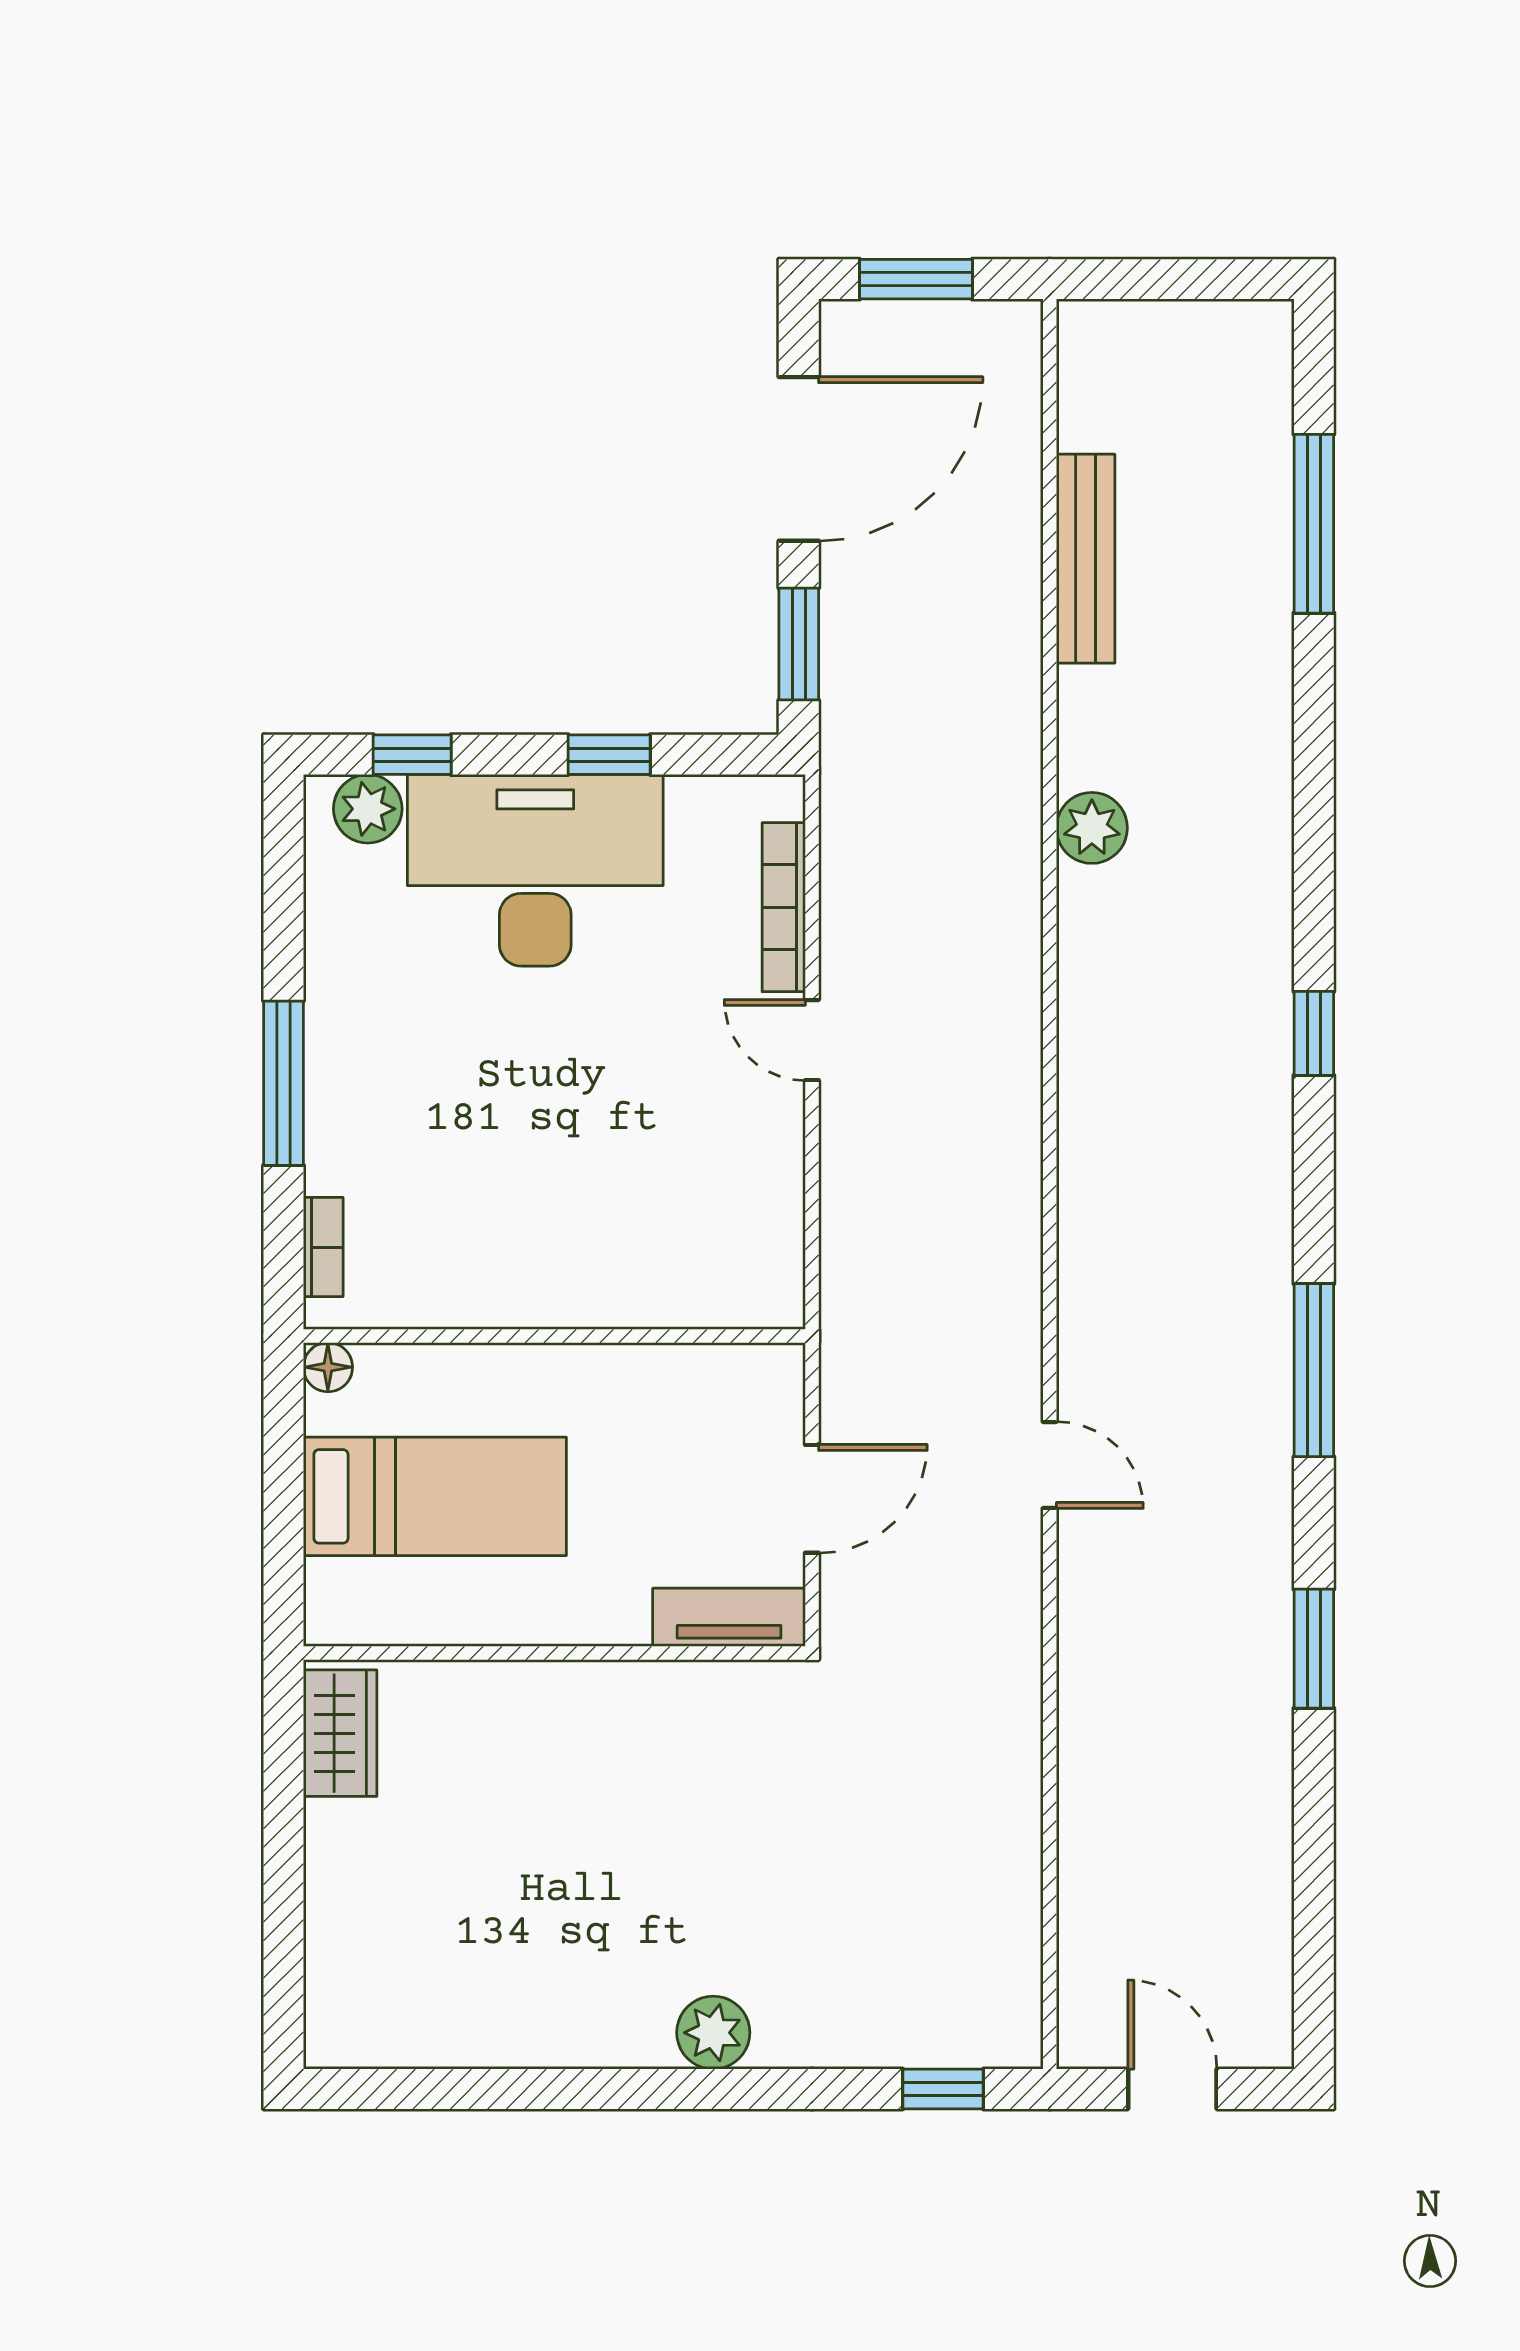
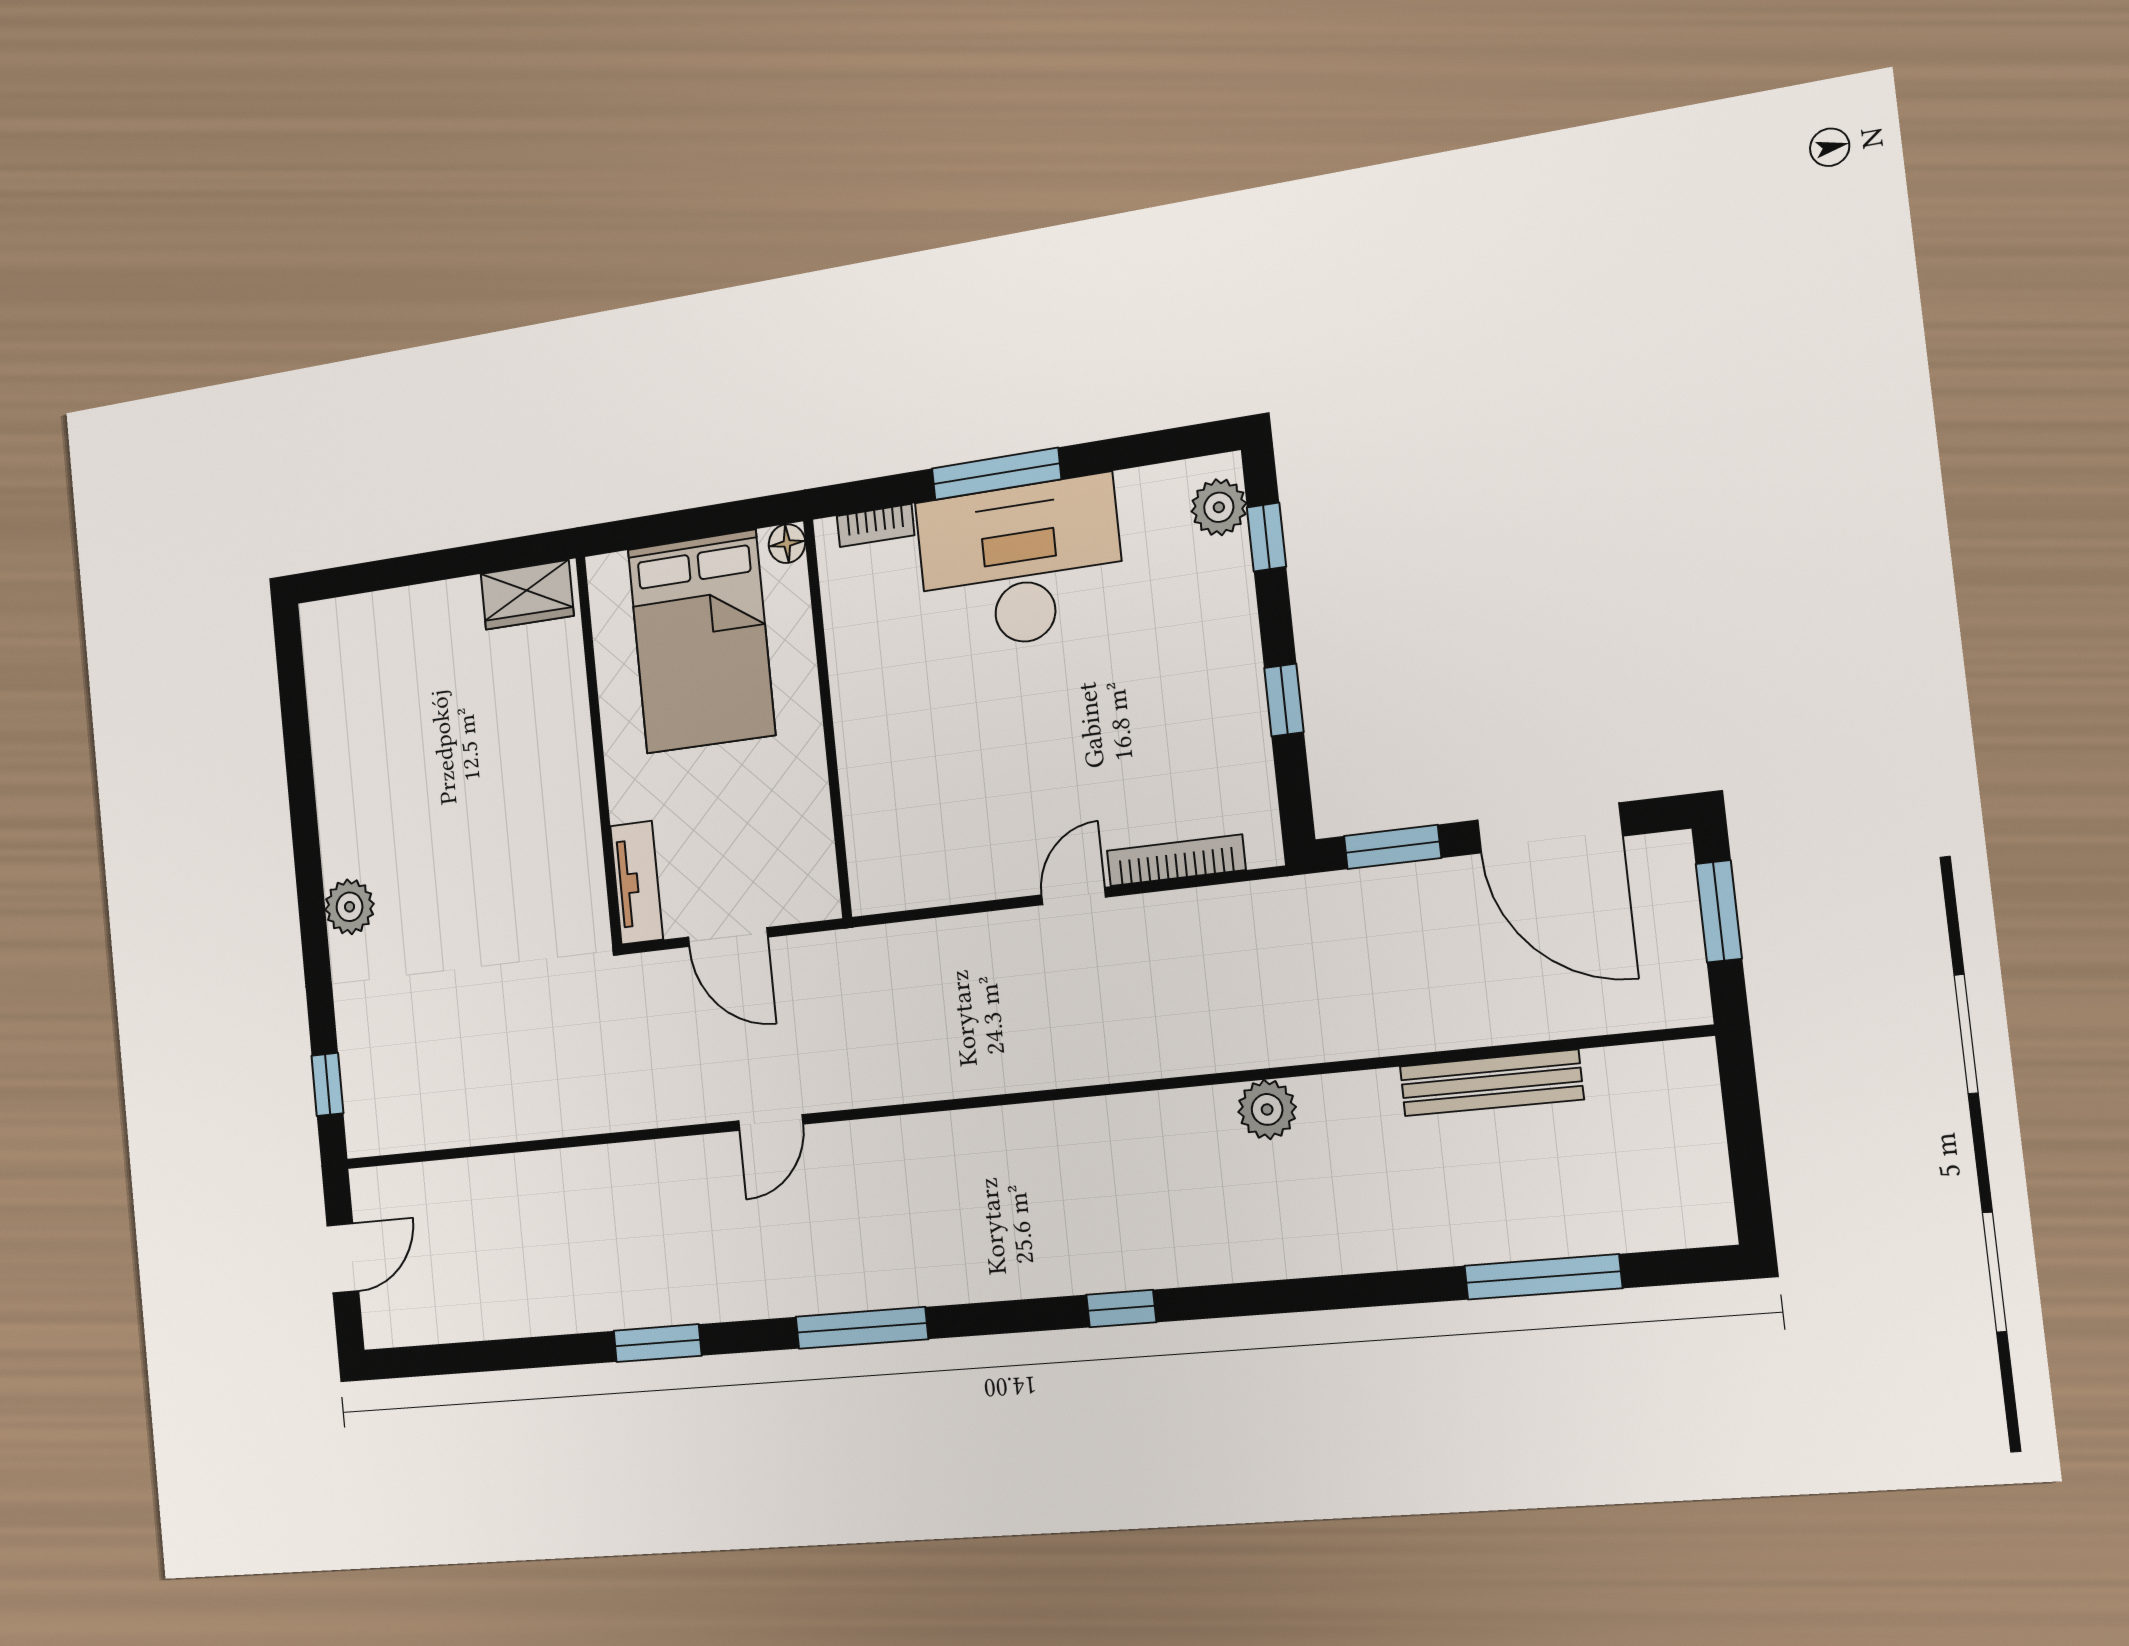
desk: (535, 870) -> (1021, 564), moved, turned -90
bed: (435, 1496) -> (701, 642), width x1.50

